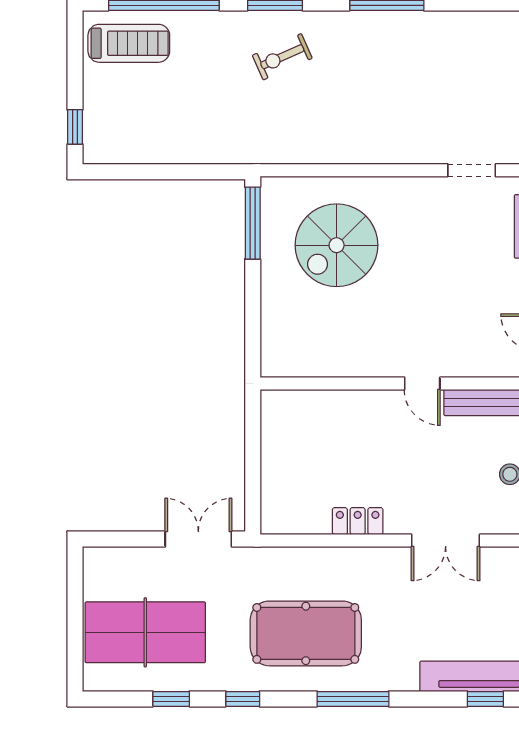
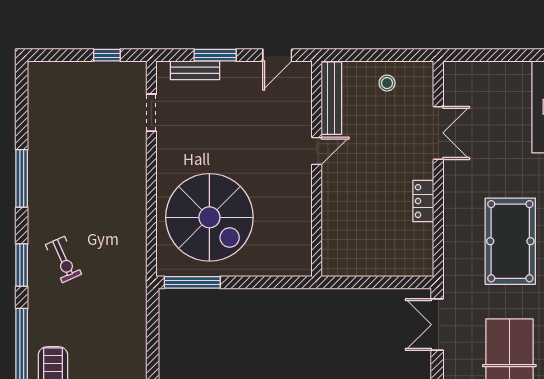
spiral stairs: (337, 245) -> (209, 217), width x1.37, depth x1.37

